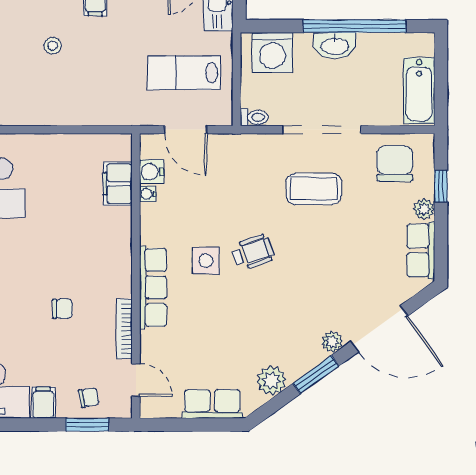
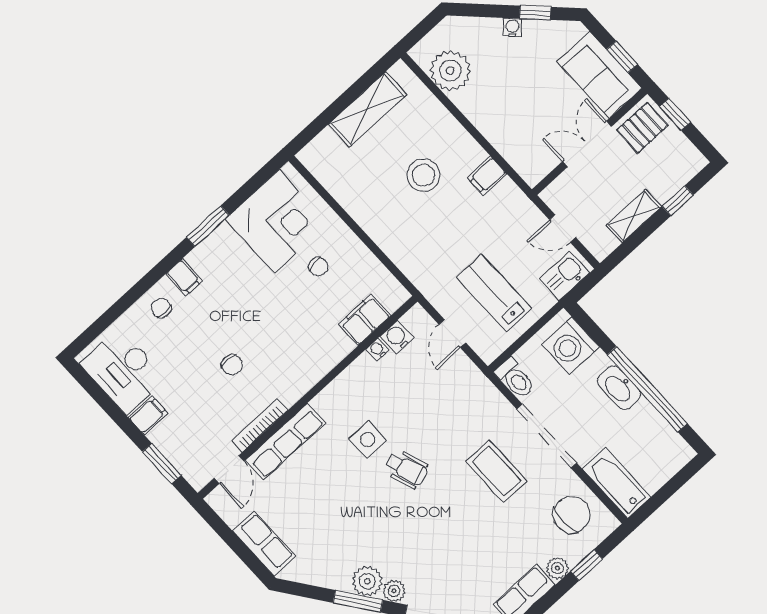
stool: (53, 46) -> (423, 175), width x1.89, depth x1.89
bathtub: (419, 91) -> (616, 483), moved, turned 90
toilet: (254, 117) -> (515, 379), width x1.37, depth x1.39
door: (186, 130) -> (452, 334), width x0.73
row of seats: (153, 287) -> (286, 441), moved
plant: (272, 381) -> (367, 581), moved
chair: (89, 397) -> (318, 267), moved

